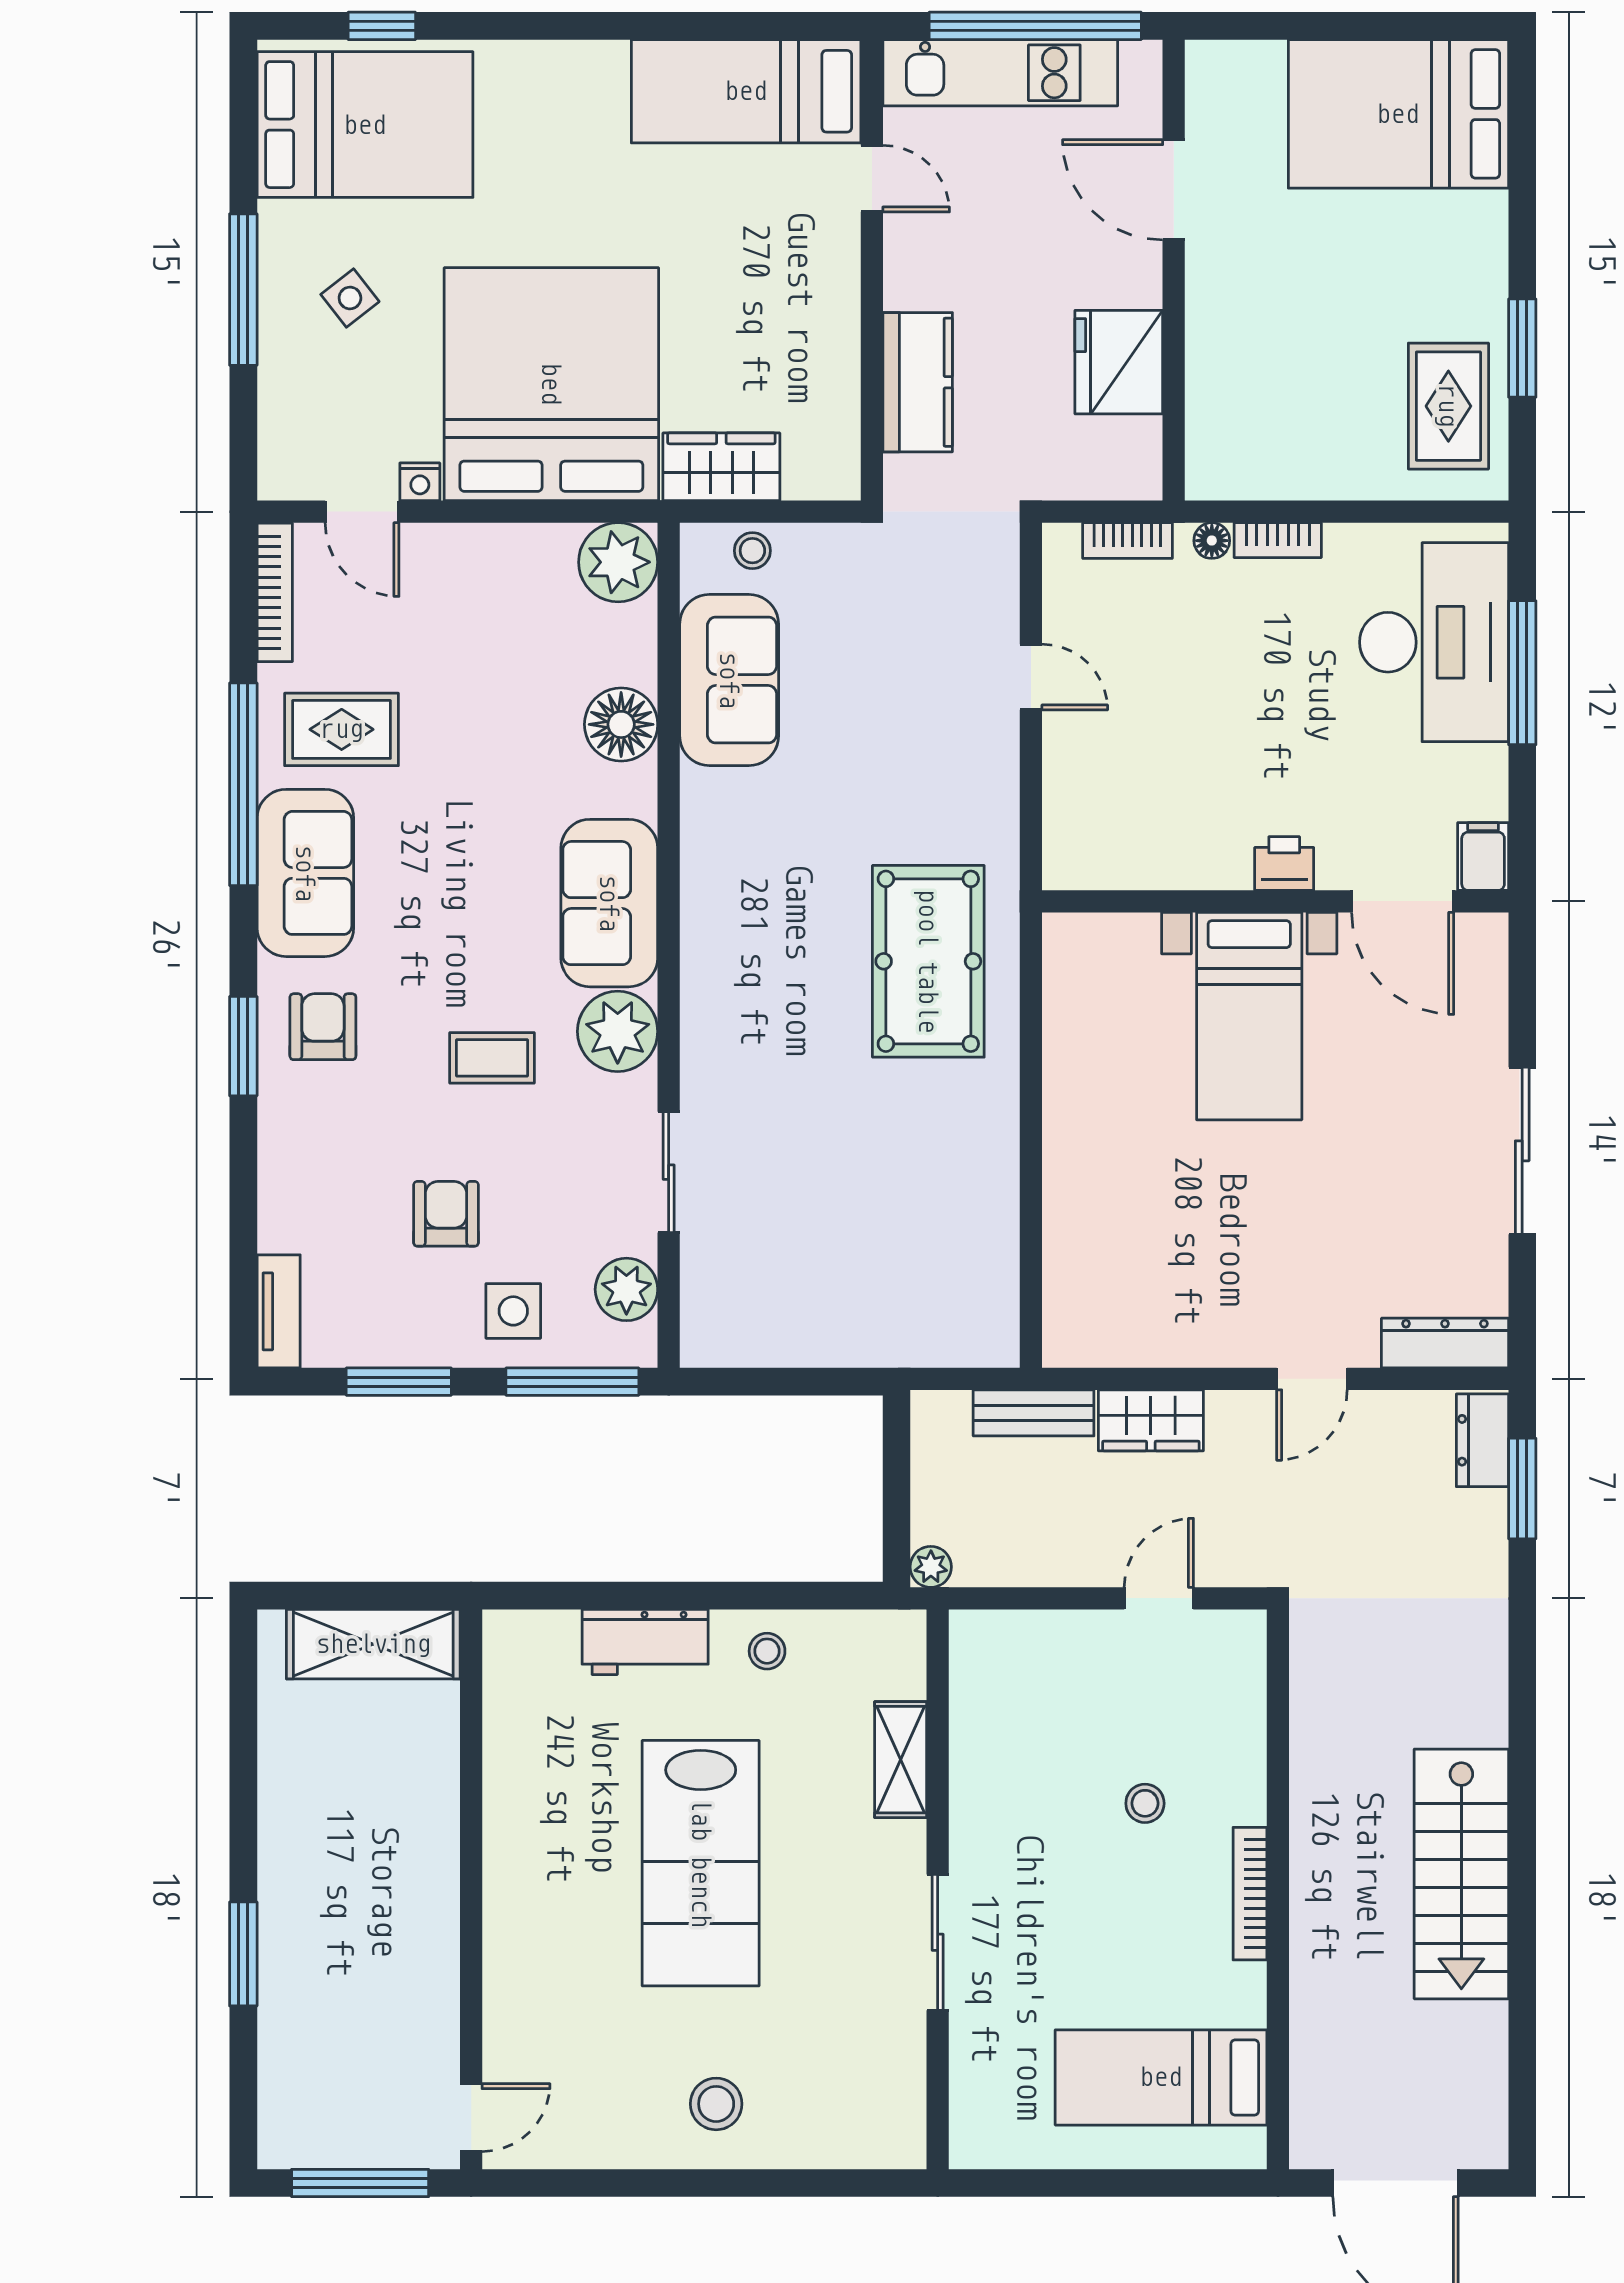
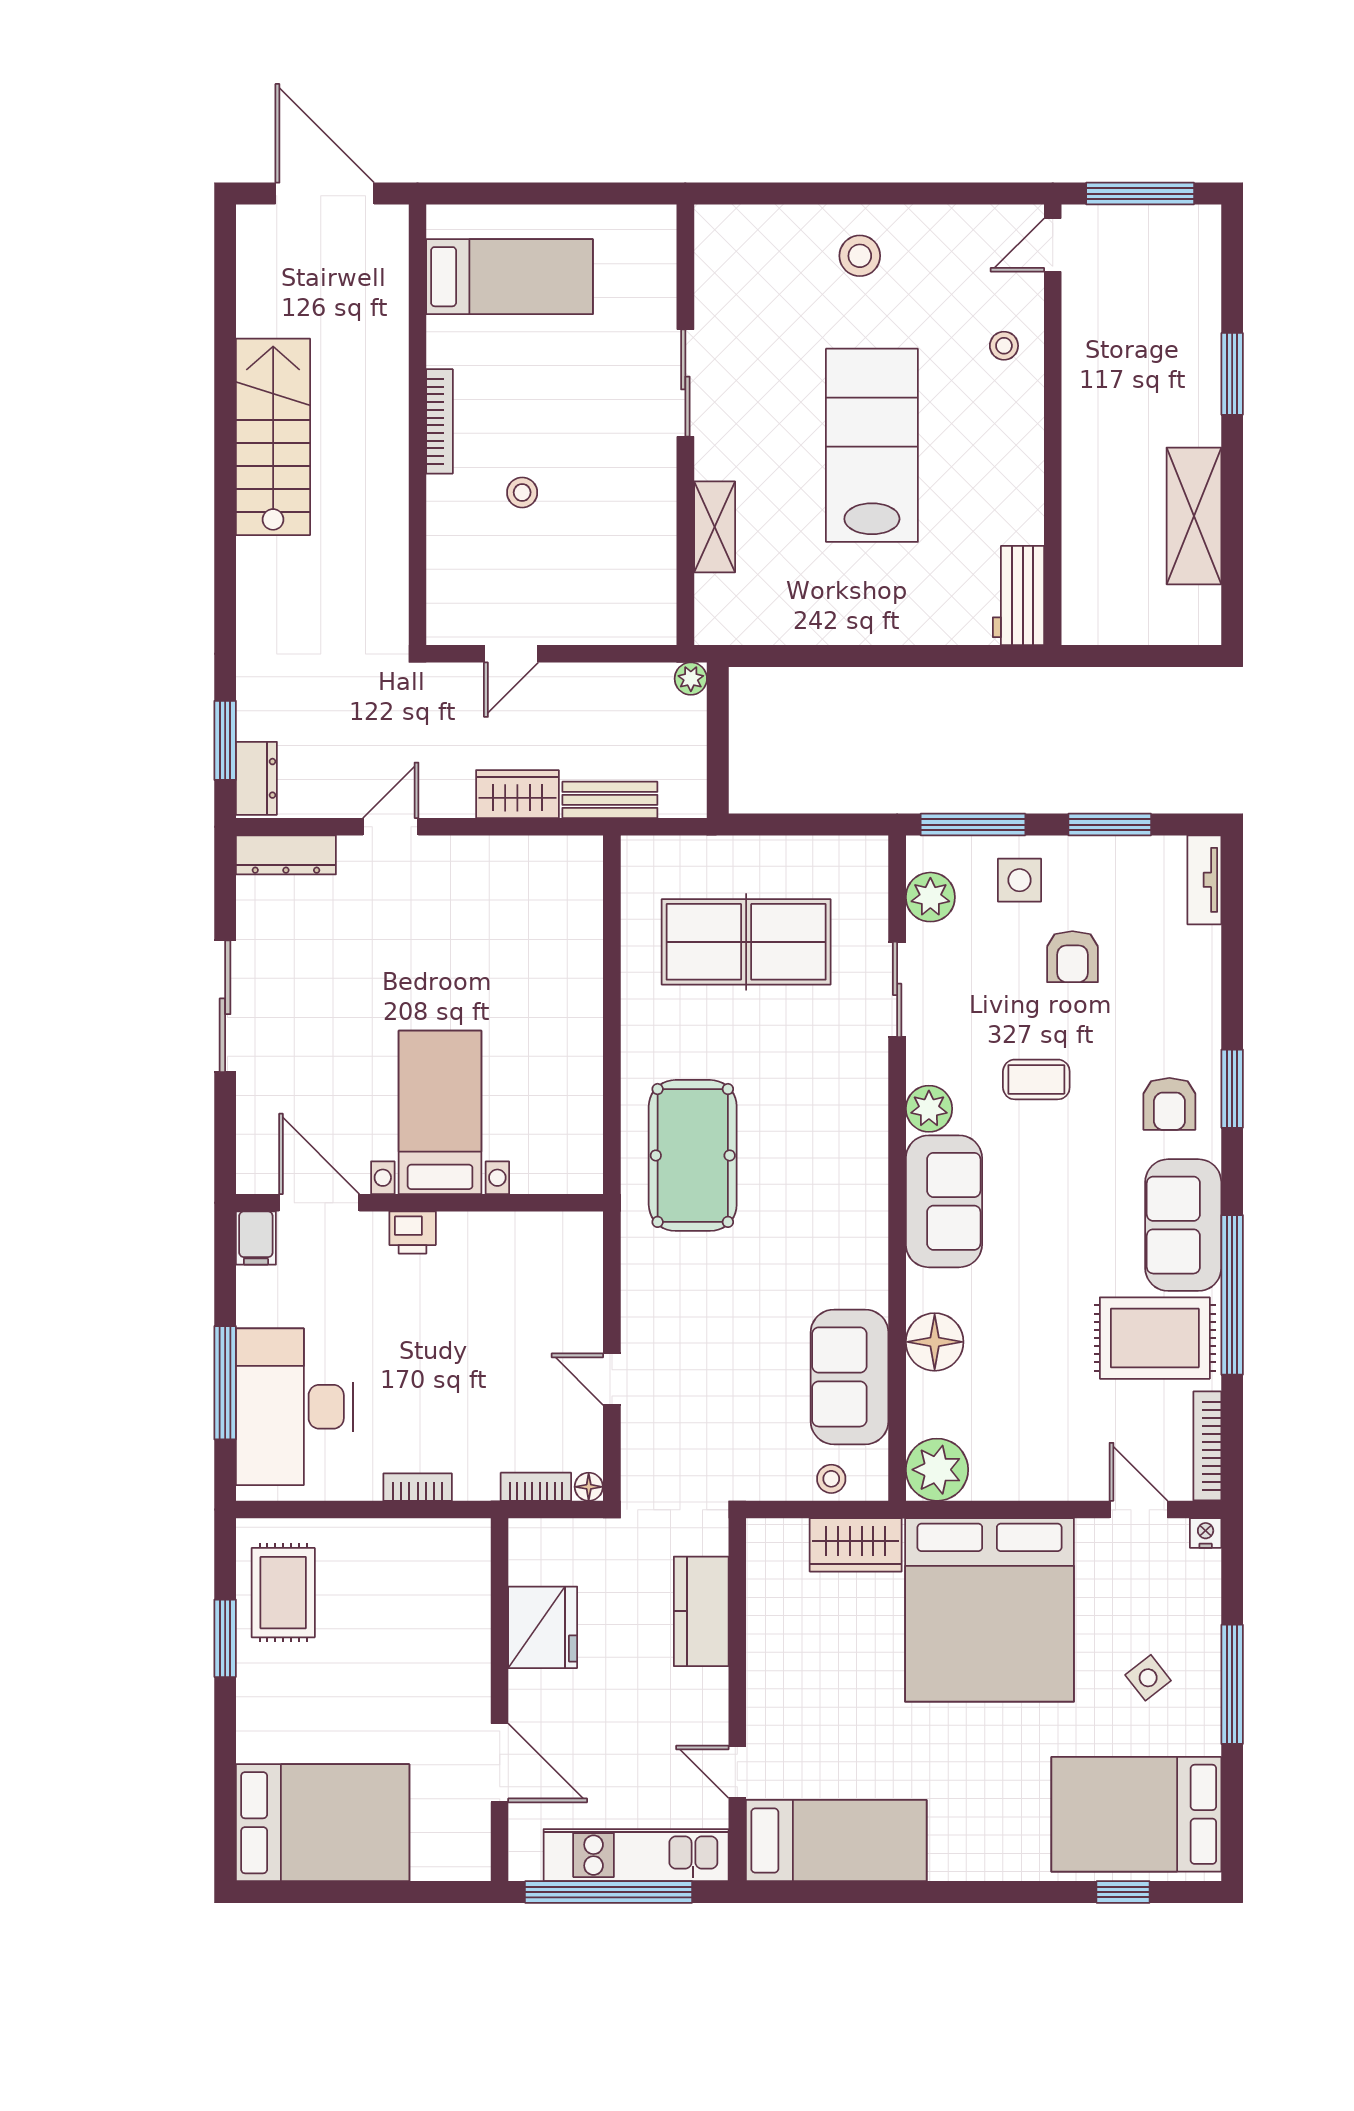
nightstand: (420, 482) -> (1206, 1533), moved
floor lamp: (1212, 541) -> (589, 1487), moved
rug: (342, 729) -> (1155, 1338), width x1.36, depth x1.43
plant: (618, 1031) -> (929, 1109), width x0.73, depth x0.73
table tennis table: (860, 1233) -> (746, 942), added
workbench: (645, 1642) -> (1018, 595), moved, turned -90
shelving: (373, 1644) -> (1194, 516), moved, turned 90
stool: (767, 1651) -> (1004, 346), moved

